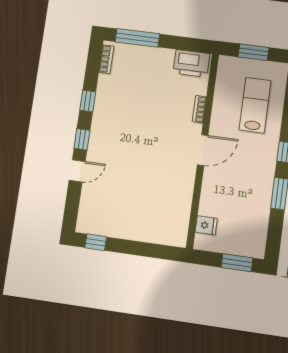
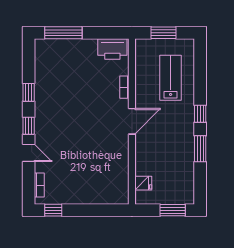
bookcase: (106, 59) -> (39, 185), moved
door: (77, 171) -> (29, 153), hinge flipped

